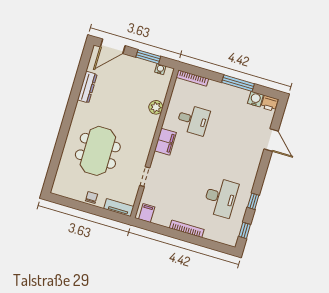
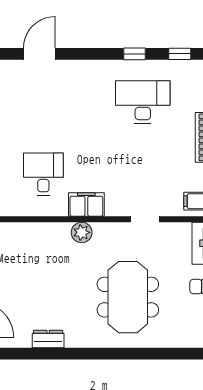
dresser: (87, 87) -> (48, 339), width x0.70
plant: (156, 107) -> (82, 232), moved
meeting table: (98, 151) -> (128, 297), turned 90

